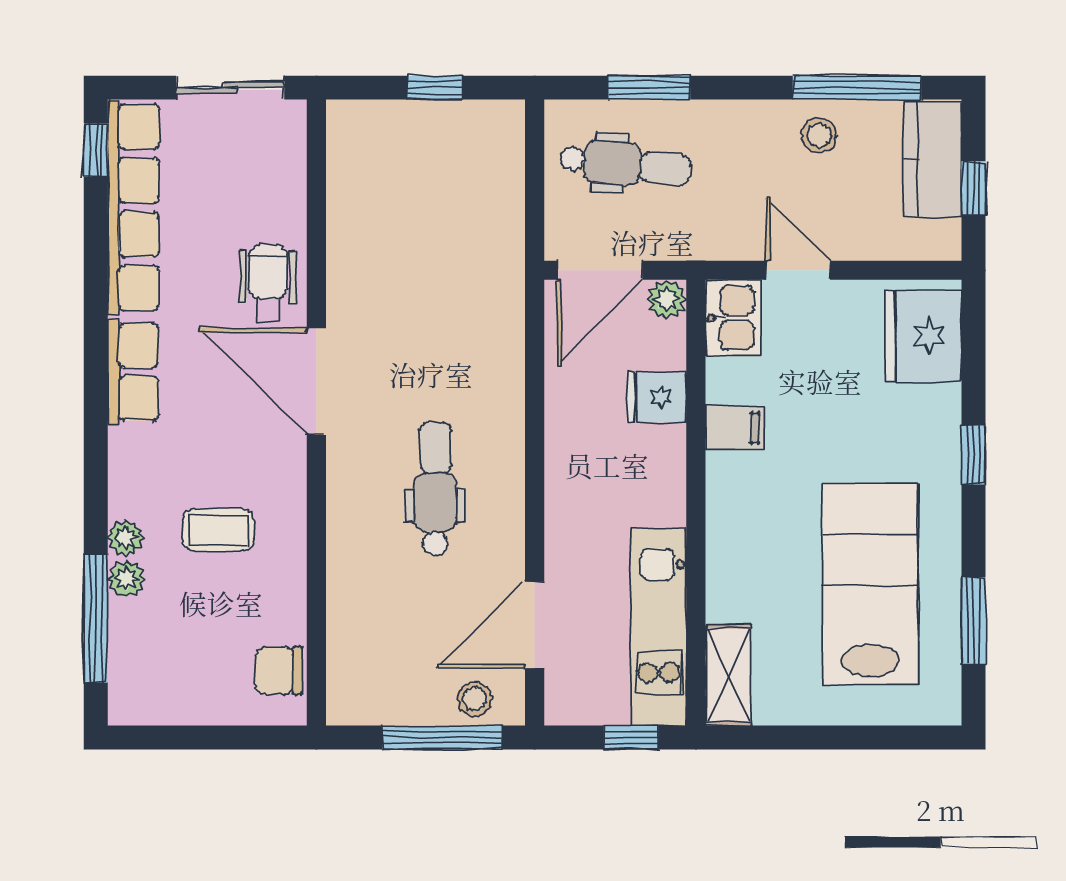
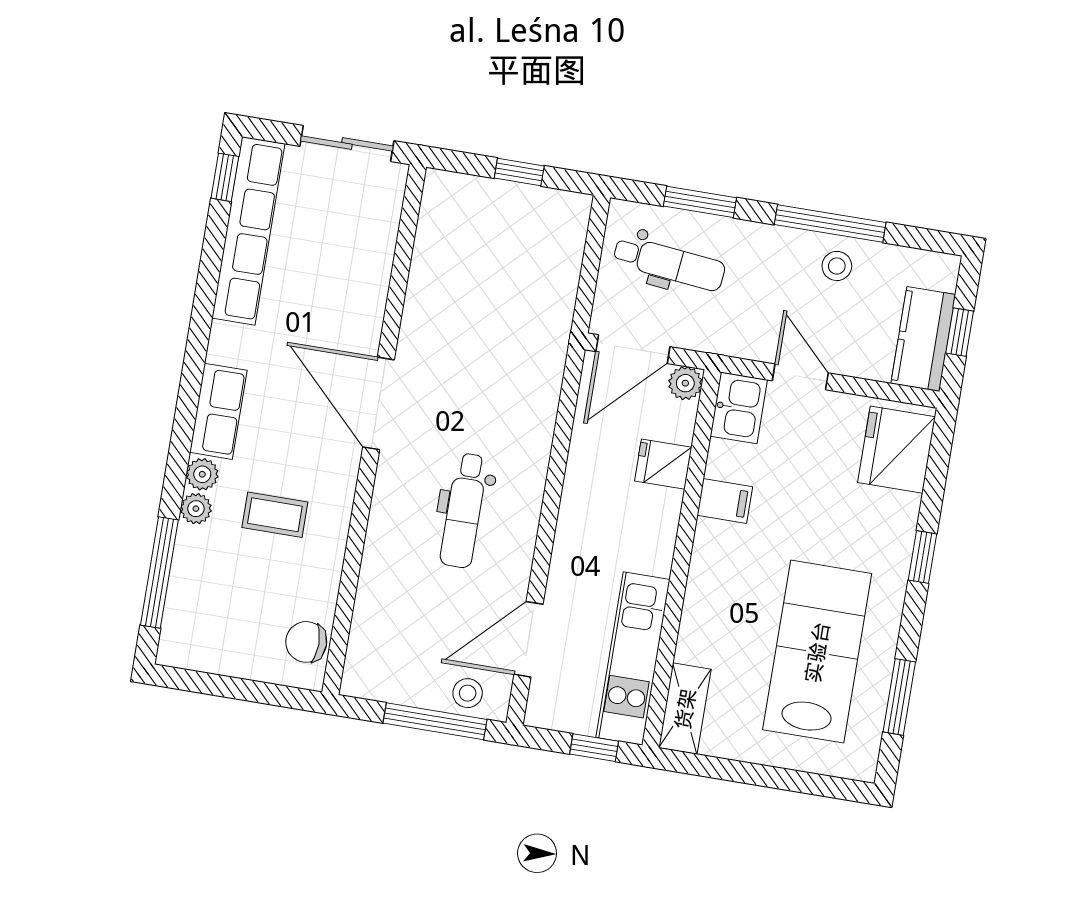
window: (857, 88) -> (830, 223), moved
kitchen counter: (933, 160) -> (923, 339), moved
wheelchair: (268, 283) -> (351, 314), removed
row of seats: (133, 372) -> (218, 411), moved
dental chair: (435, 489) -> (464, 510), turned 180
plant: (127, 579) -> (202, 474), moved

